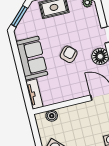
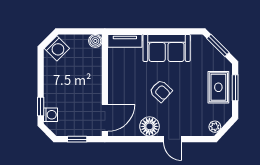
boiler: (52, 116) -> (95, 41), moved

